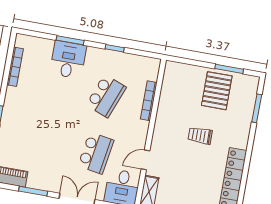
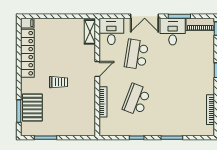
desk: (68, 60) -> (173, 32), moved, turned 180
pallet: (217, 91) -> (32, 107), moved
door: (145, 160) -> (97, 69), moved

